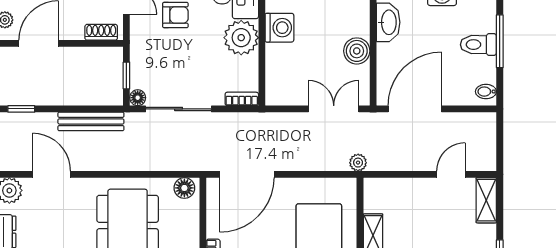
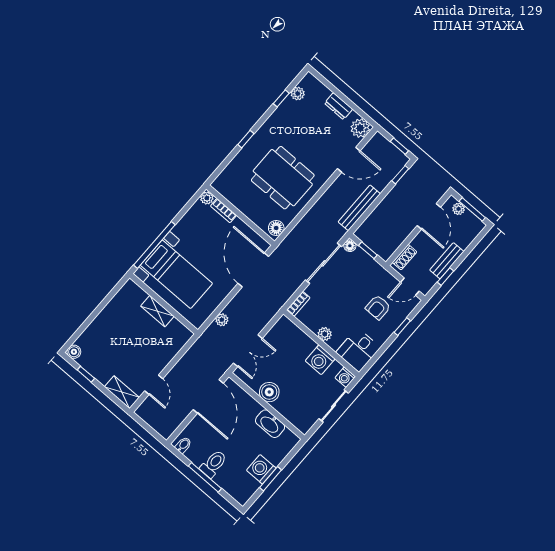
plant: (241, 38) -> (325, 334), width x0.53, depth x0.53
plant: (358, 163) -> (222, 320), moved

